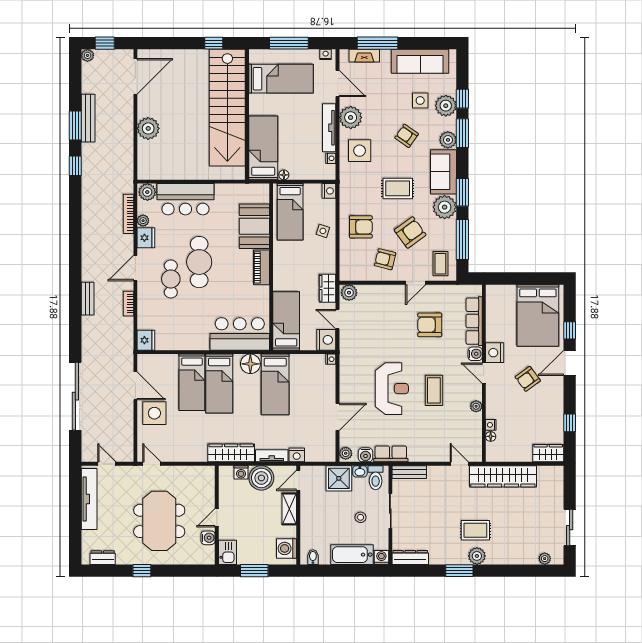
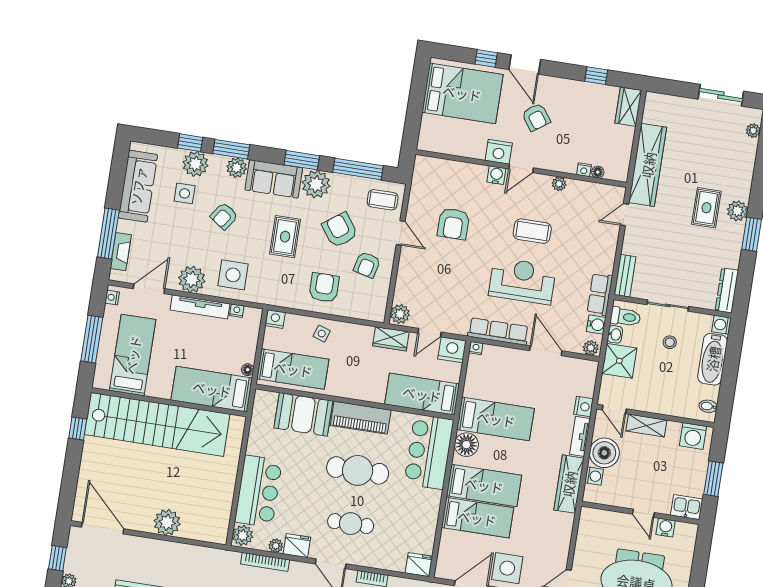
cafe table: (199, 262) -> (358, 470), moved
piano: (261, 267) -> (361, 418), width x1.37, depth x1.33
row of seats: (474, 321) -> (498, 331), moved, turned 180

